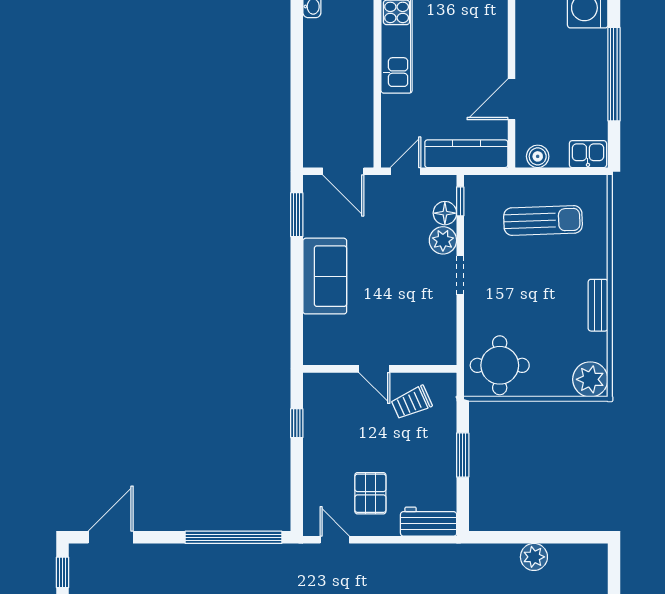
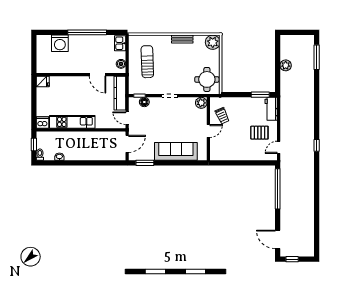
plant: (443, 240) -> (201, 103), moved
sofa: (325, 276) -> (176, 151), width x1.36
window: (297, 423) -> (231, 163), removed
window: (463, 455) -> (260, 95), moved

